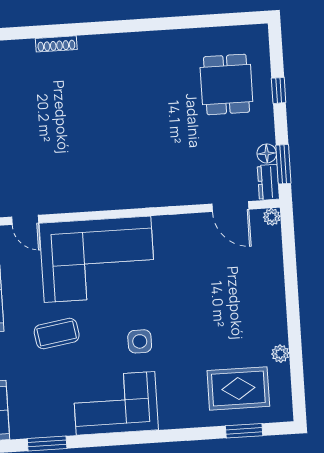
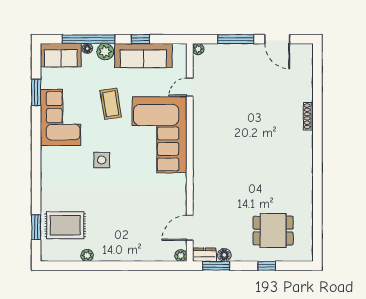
rug: (238, 388) -> (65, 225), turned 90
corner sofa: (116, 403) -> (60, 118), moved

